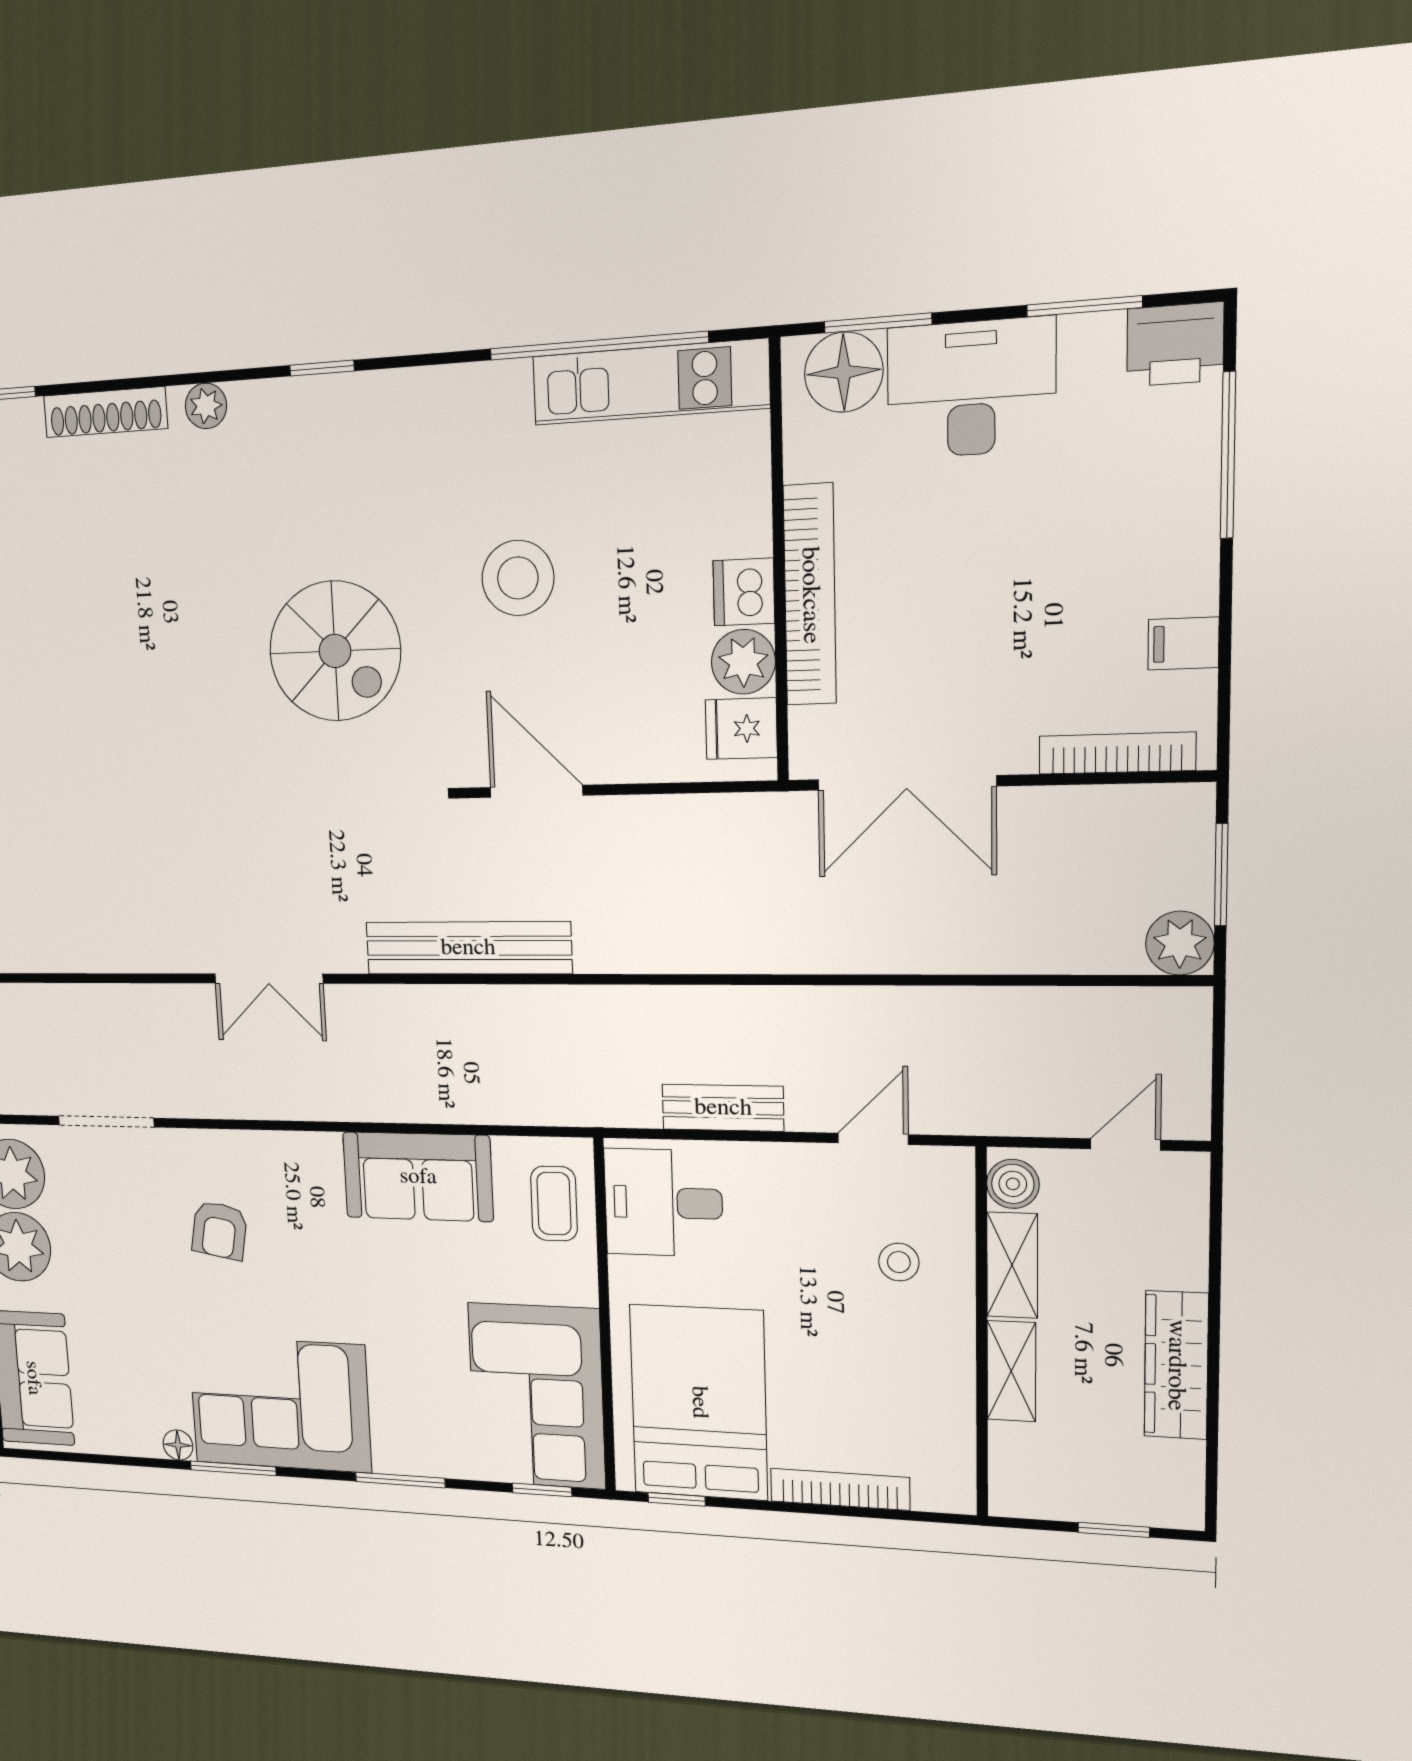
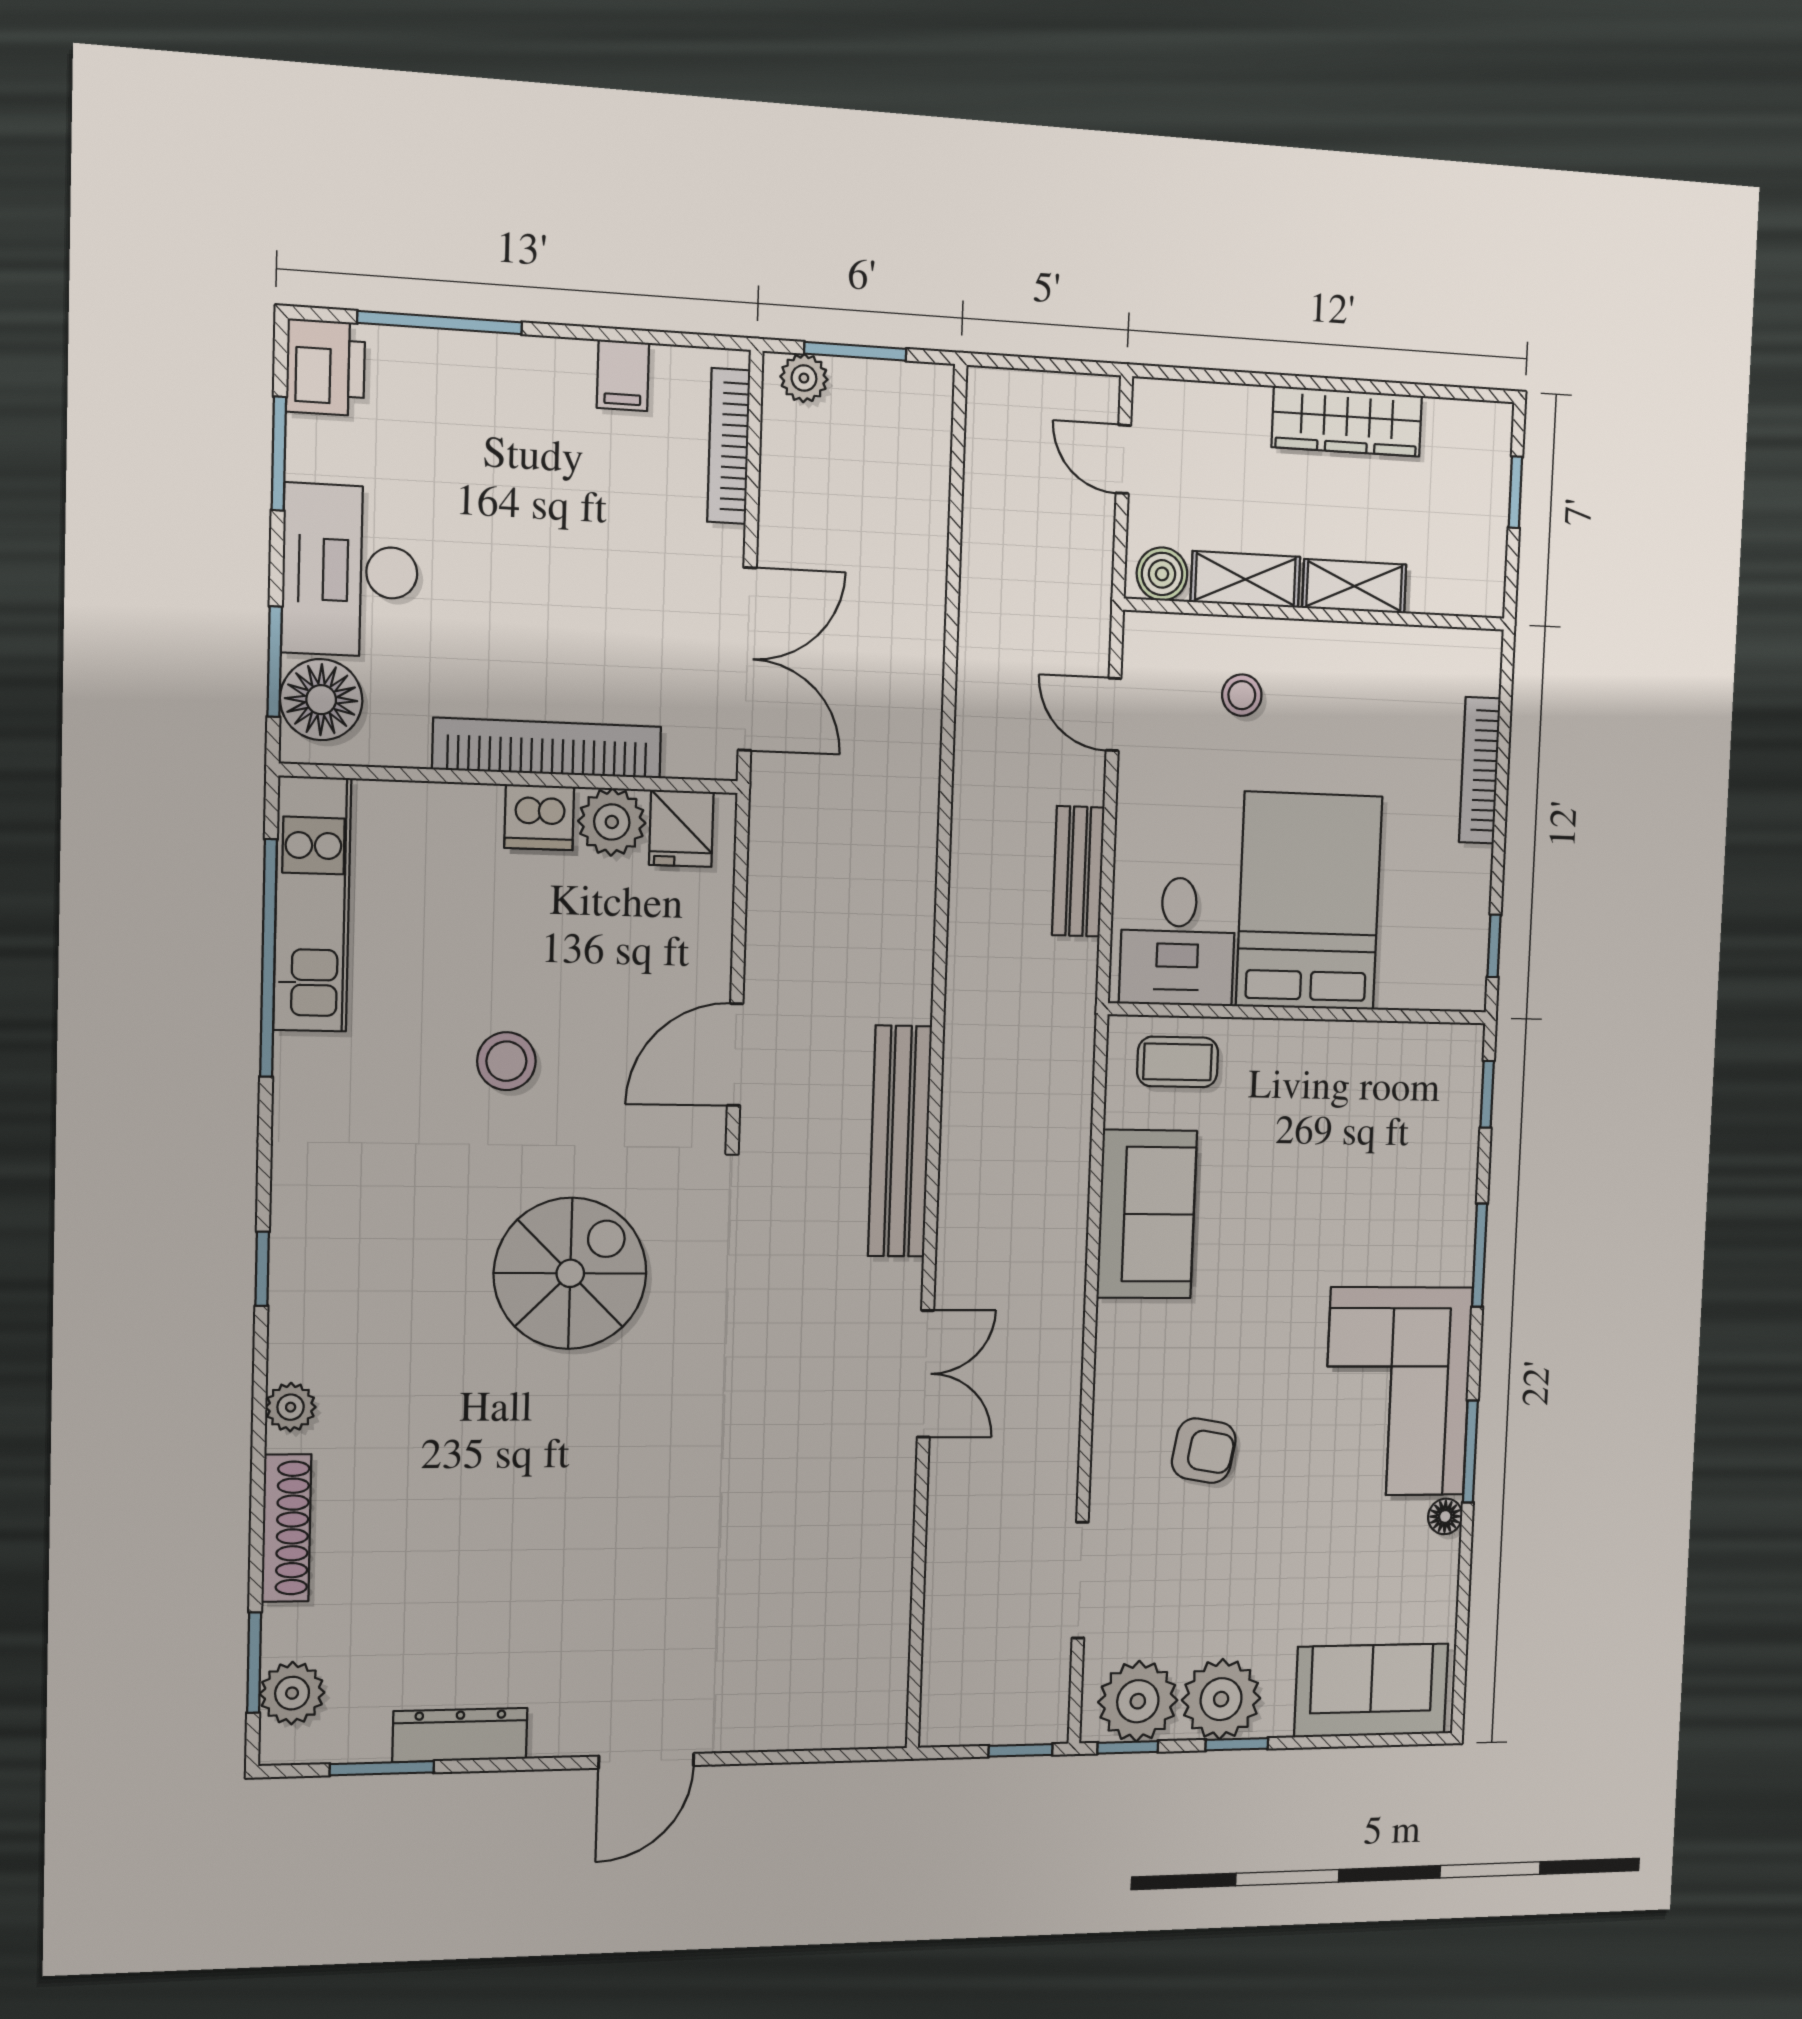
stool: (518, 578) -> (506, 1061), width x0.73, depth x0.73
plant: (1180, 943) -> (804, 378), moved, width x0.73, depth x0.73
corner sofa: (537, 1396) -> (1385, 1094), removed
bed: (699, 1402) -> (1309, 901), moved, turned 90

